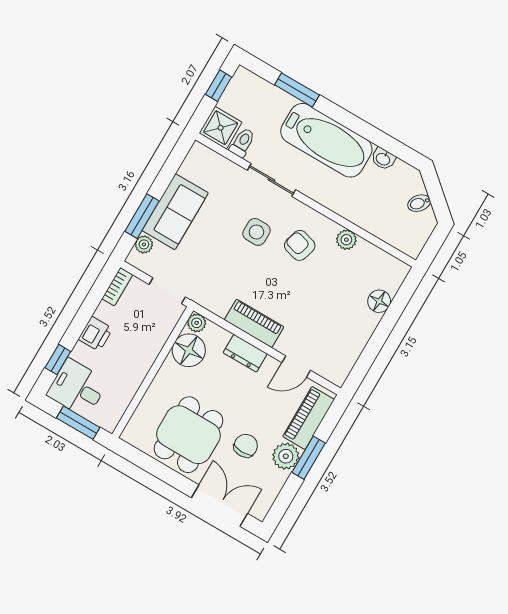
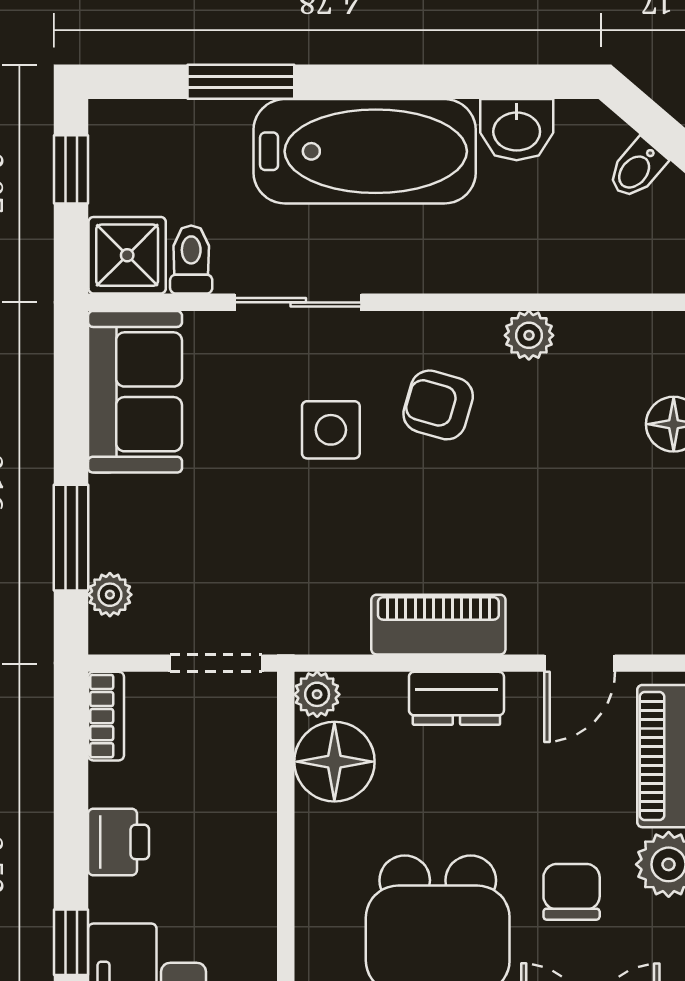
washbasin: (383, 159) -> (517, 130), width x1.38, depth x1.45
sofa: (175, 212) -> (135, 392), moved

